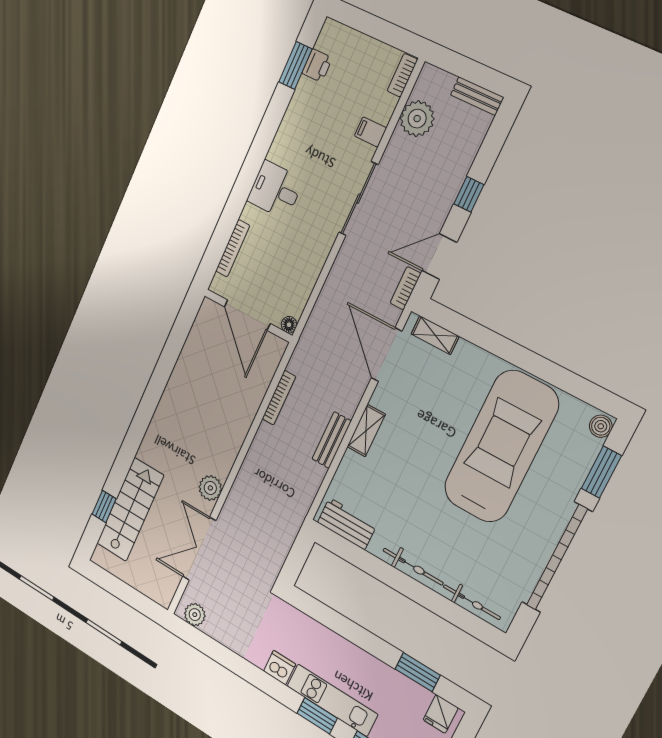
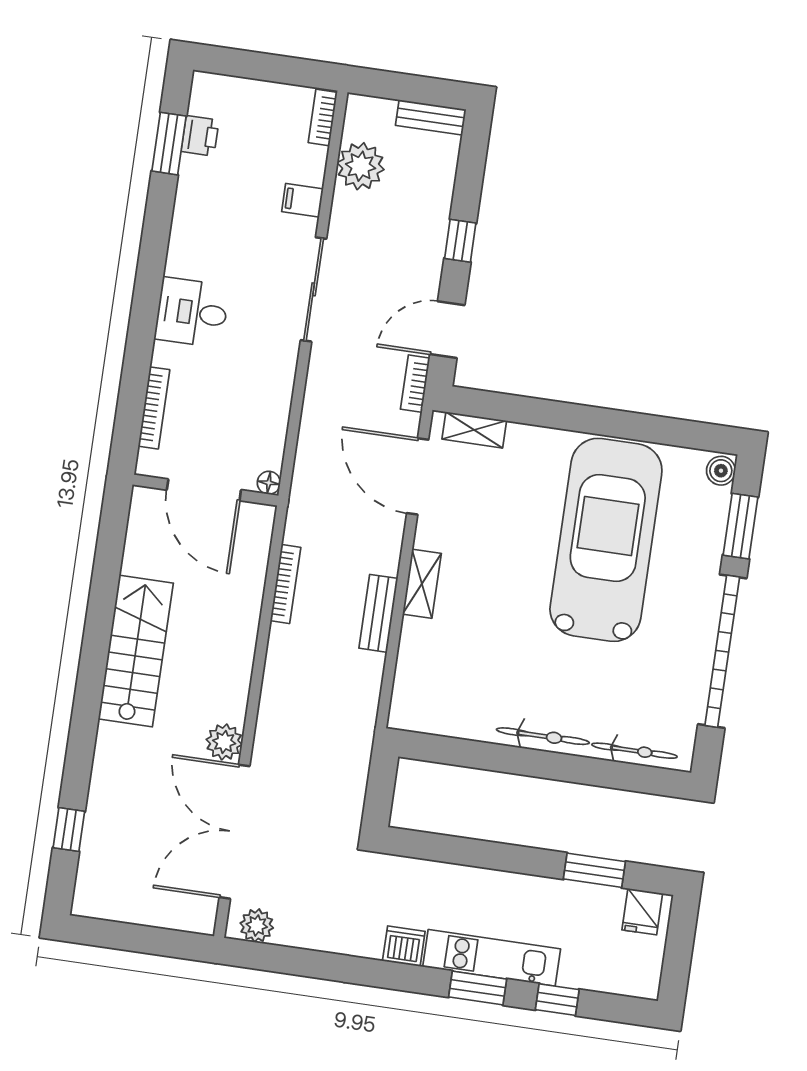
stairs: (130, 510) -> (136, 651), moved
workbench: (347, 524) -> (435, 715), removed
double door: (199, 549) -> (234, 832), width x1.36

